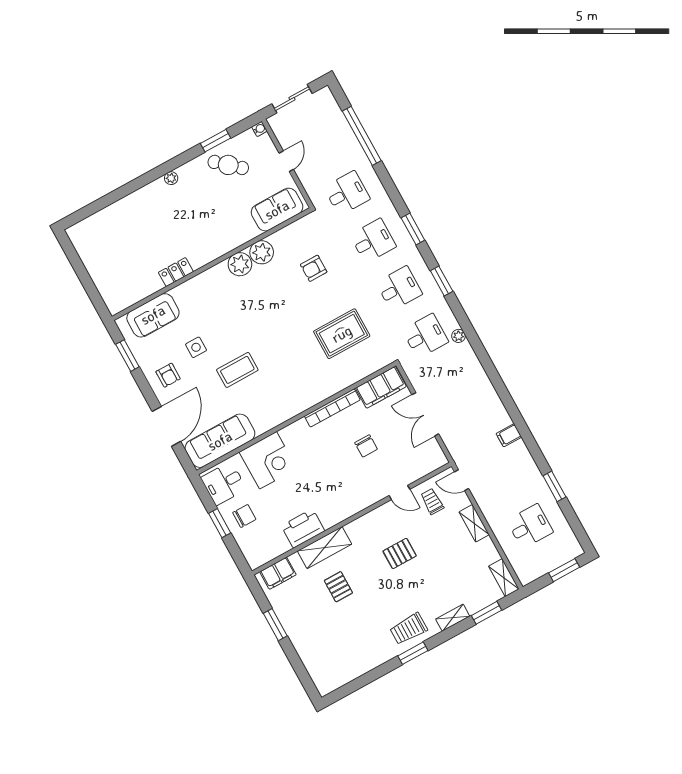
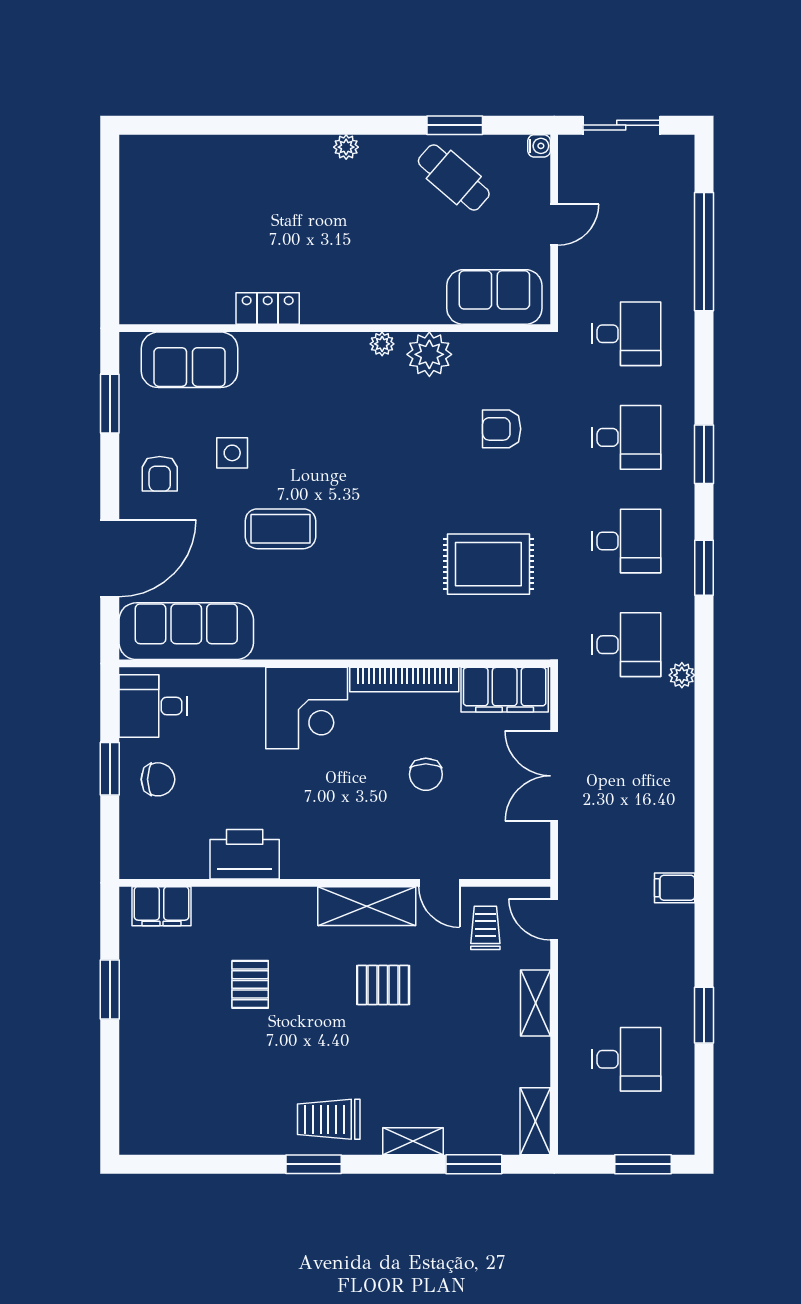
plant: (240, 264) -> (382, 344), width x0.53, depth x0.53
corner desk: (268, 460) -> (307, 708), moved
shelving: (325, 548) -> (367, 906), moved

